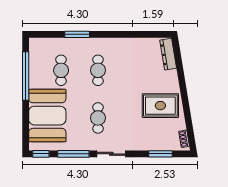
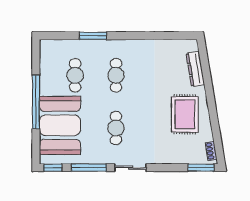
dresser: (168, 54) -> (195, 69), moved
window: (26, 76) -> (36, 102), moved
rug: (160, 106) -> (185, 114), turned 90
window: (160, 154) -> (201, 168), moved

